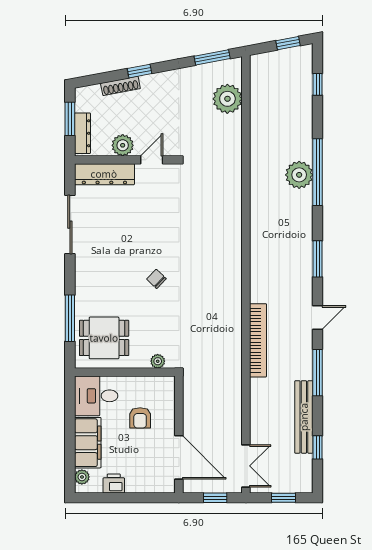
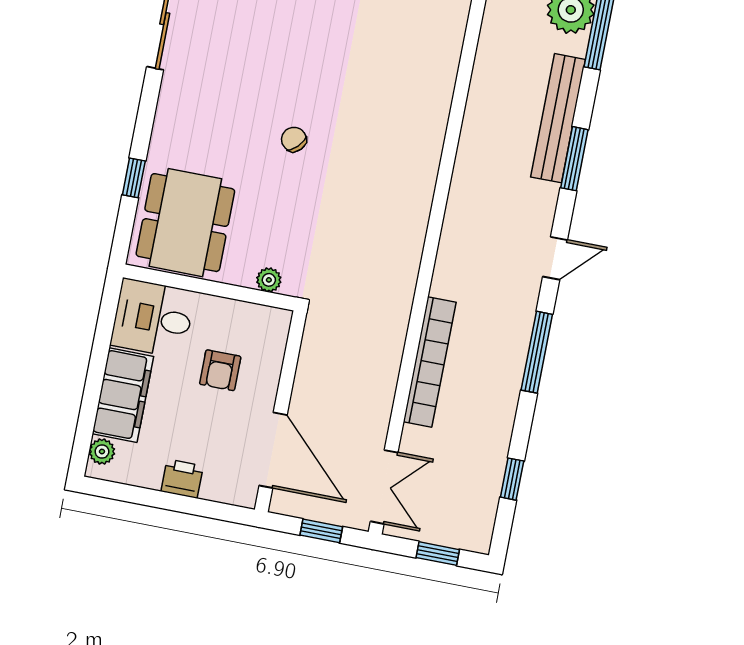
window: (70, 318) -> (134, 178), width x0.46
dining table: (104, 338) -> (185, 223), width x1.37
bookcase: (258, 340) -> (430, 362), moved
bench: (304, 417) -> (558, 118), moved
printer: (114, 483) -> (182, 479), moved

